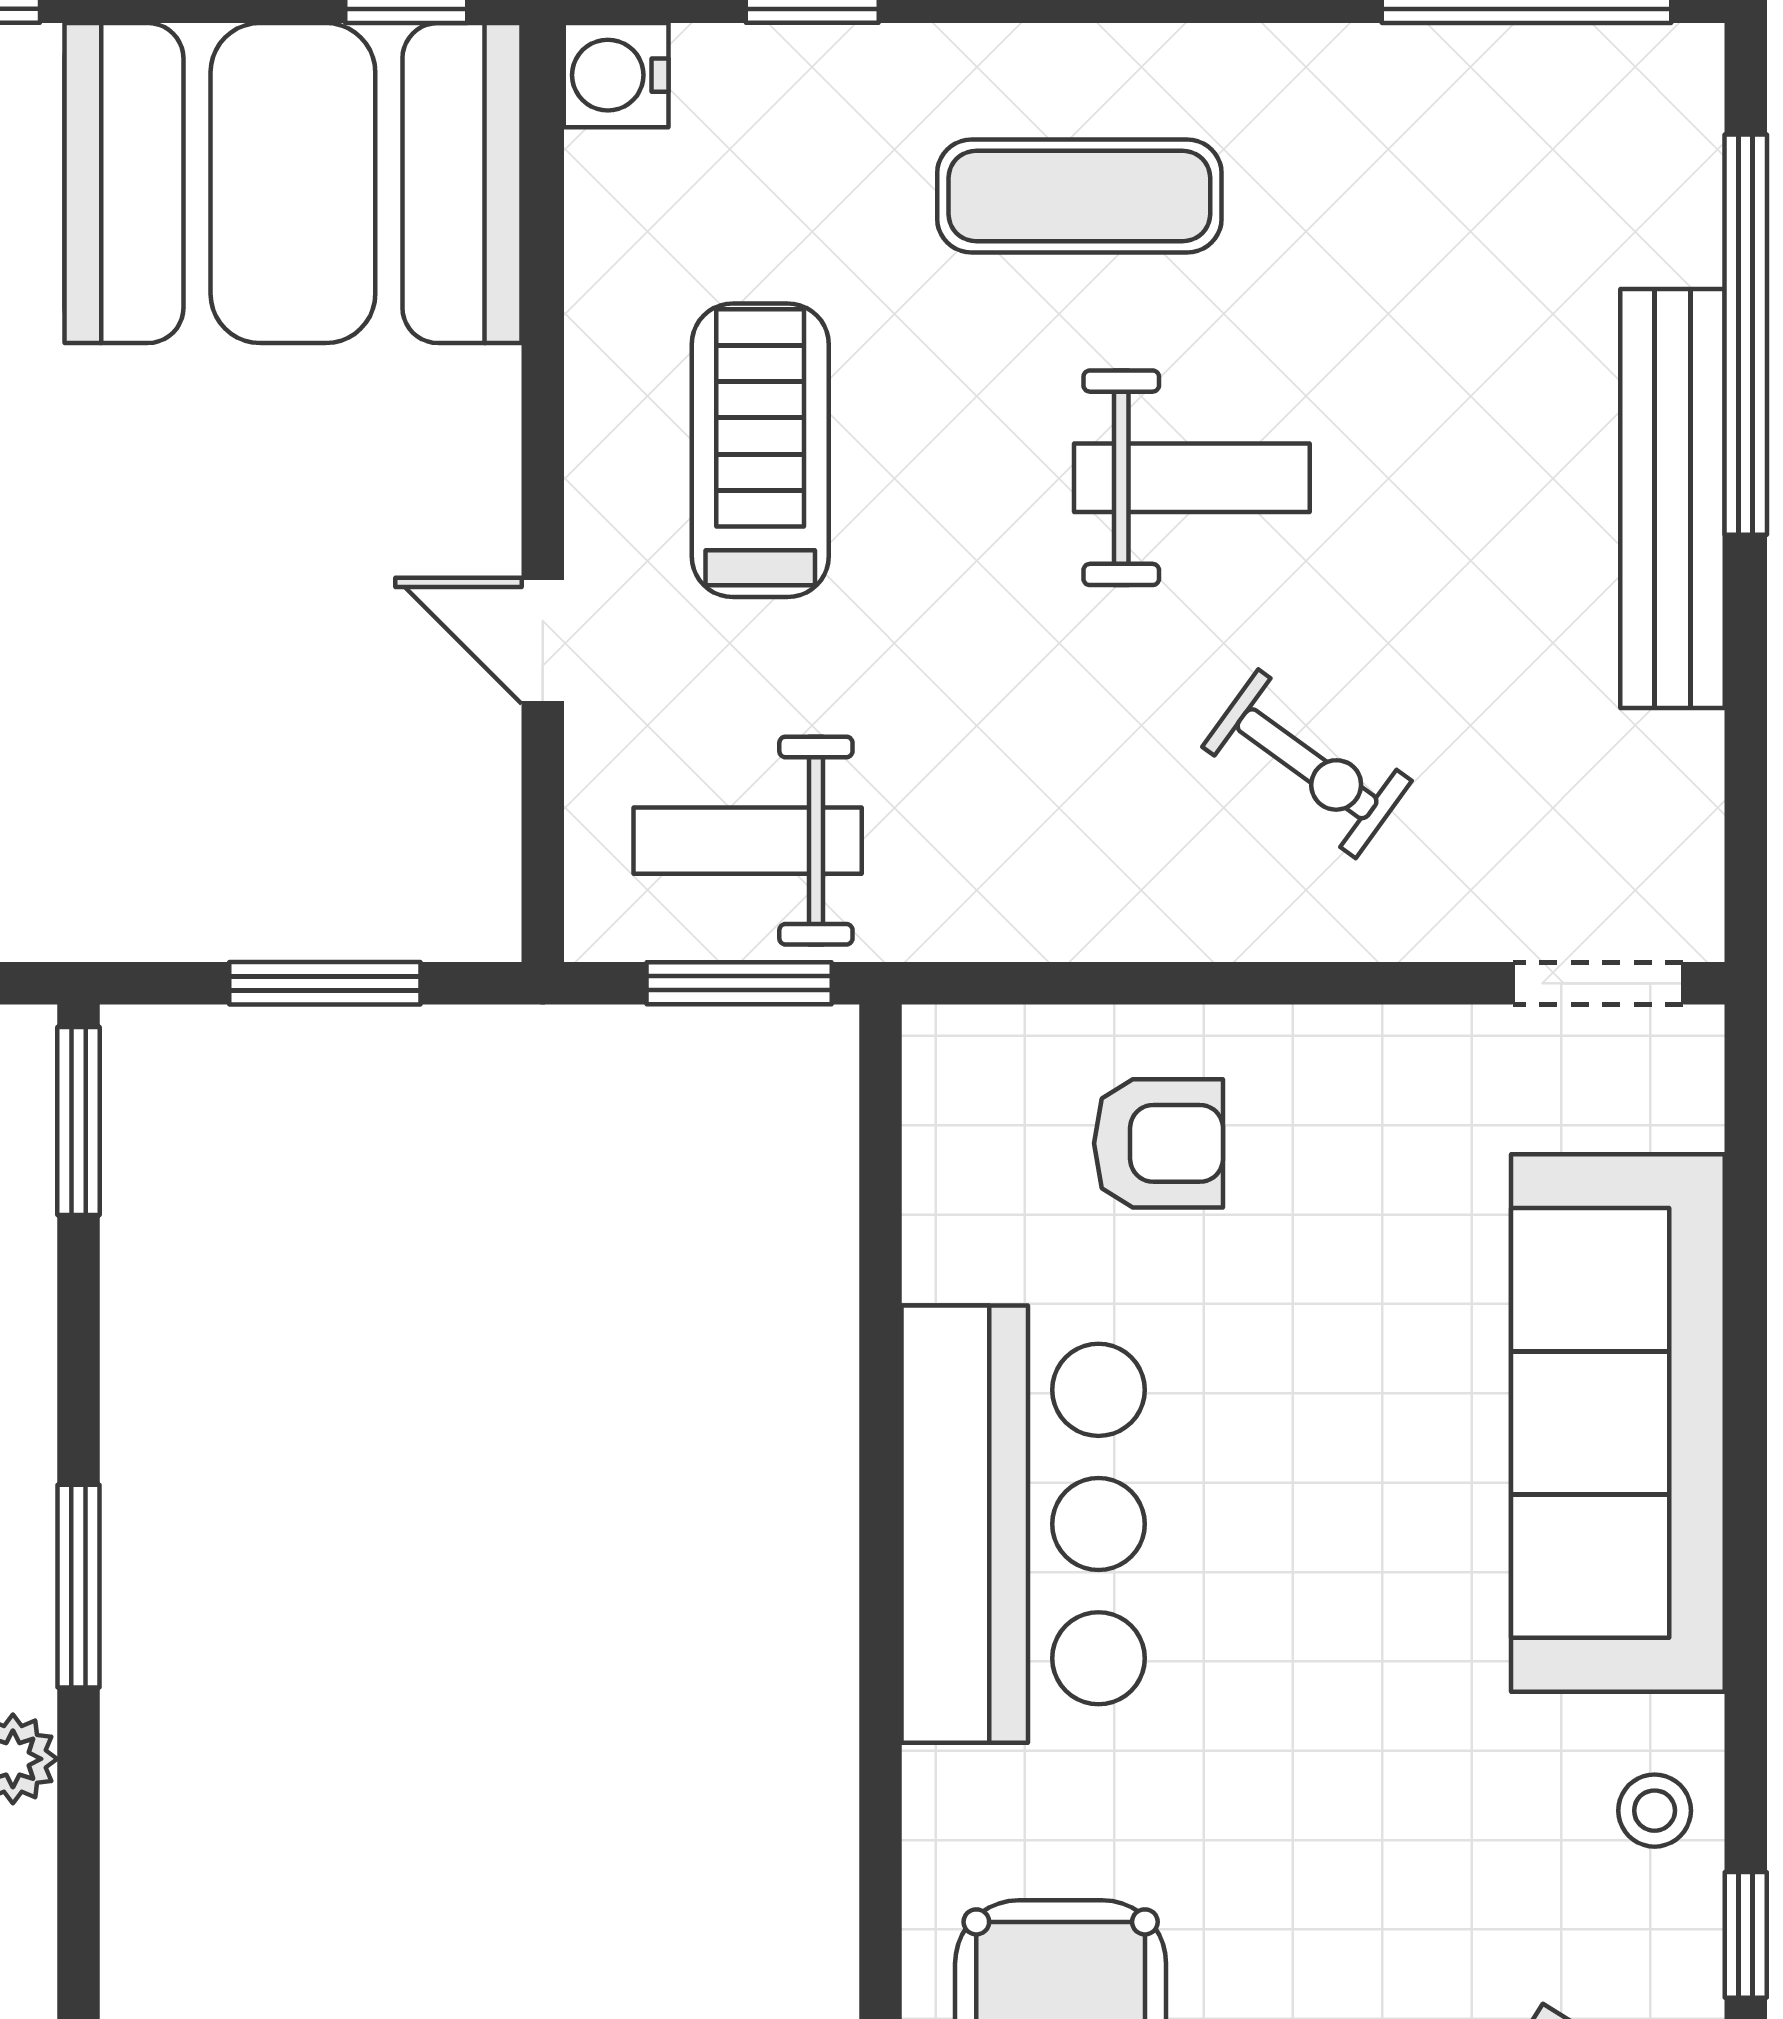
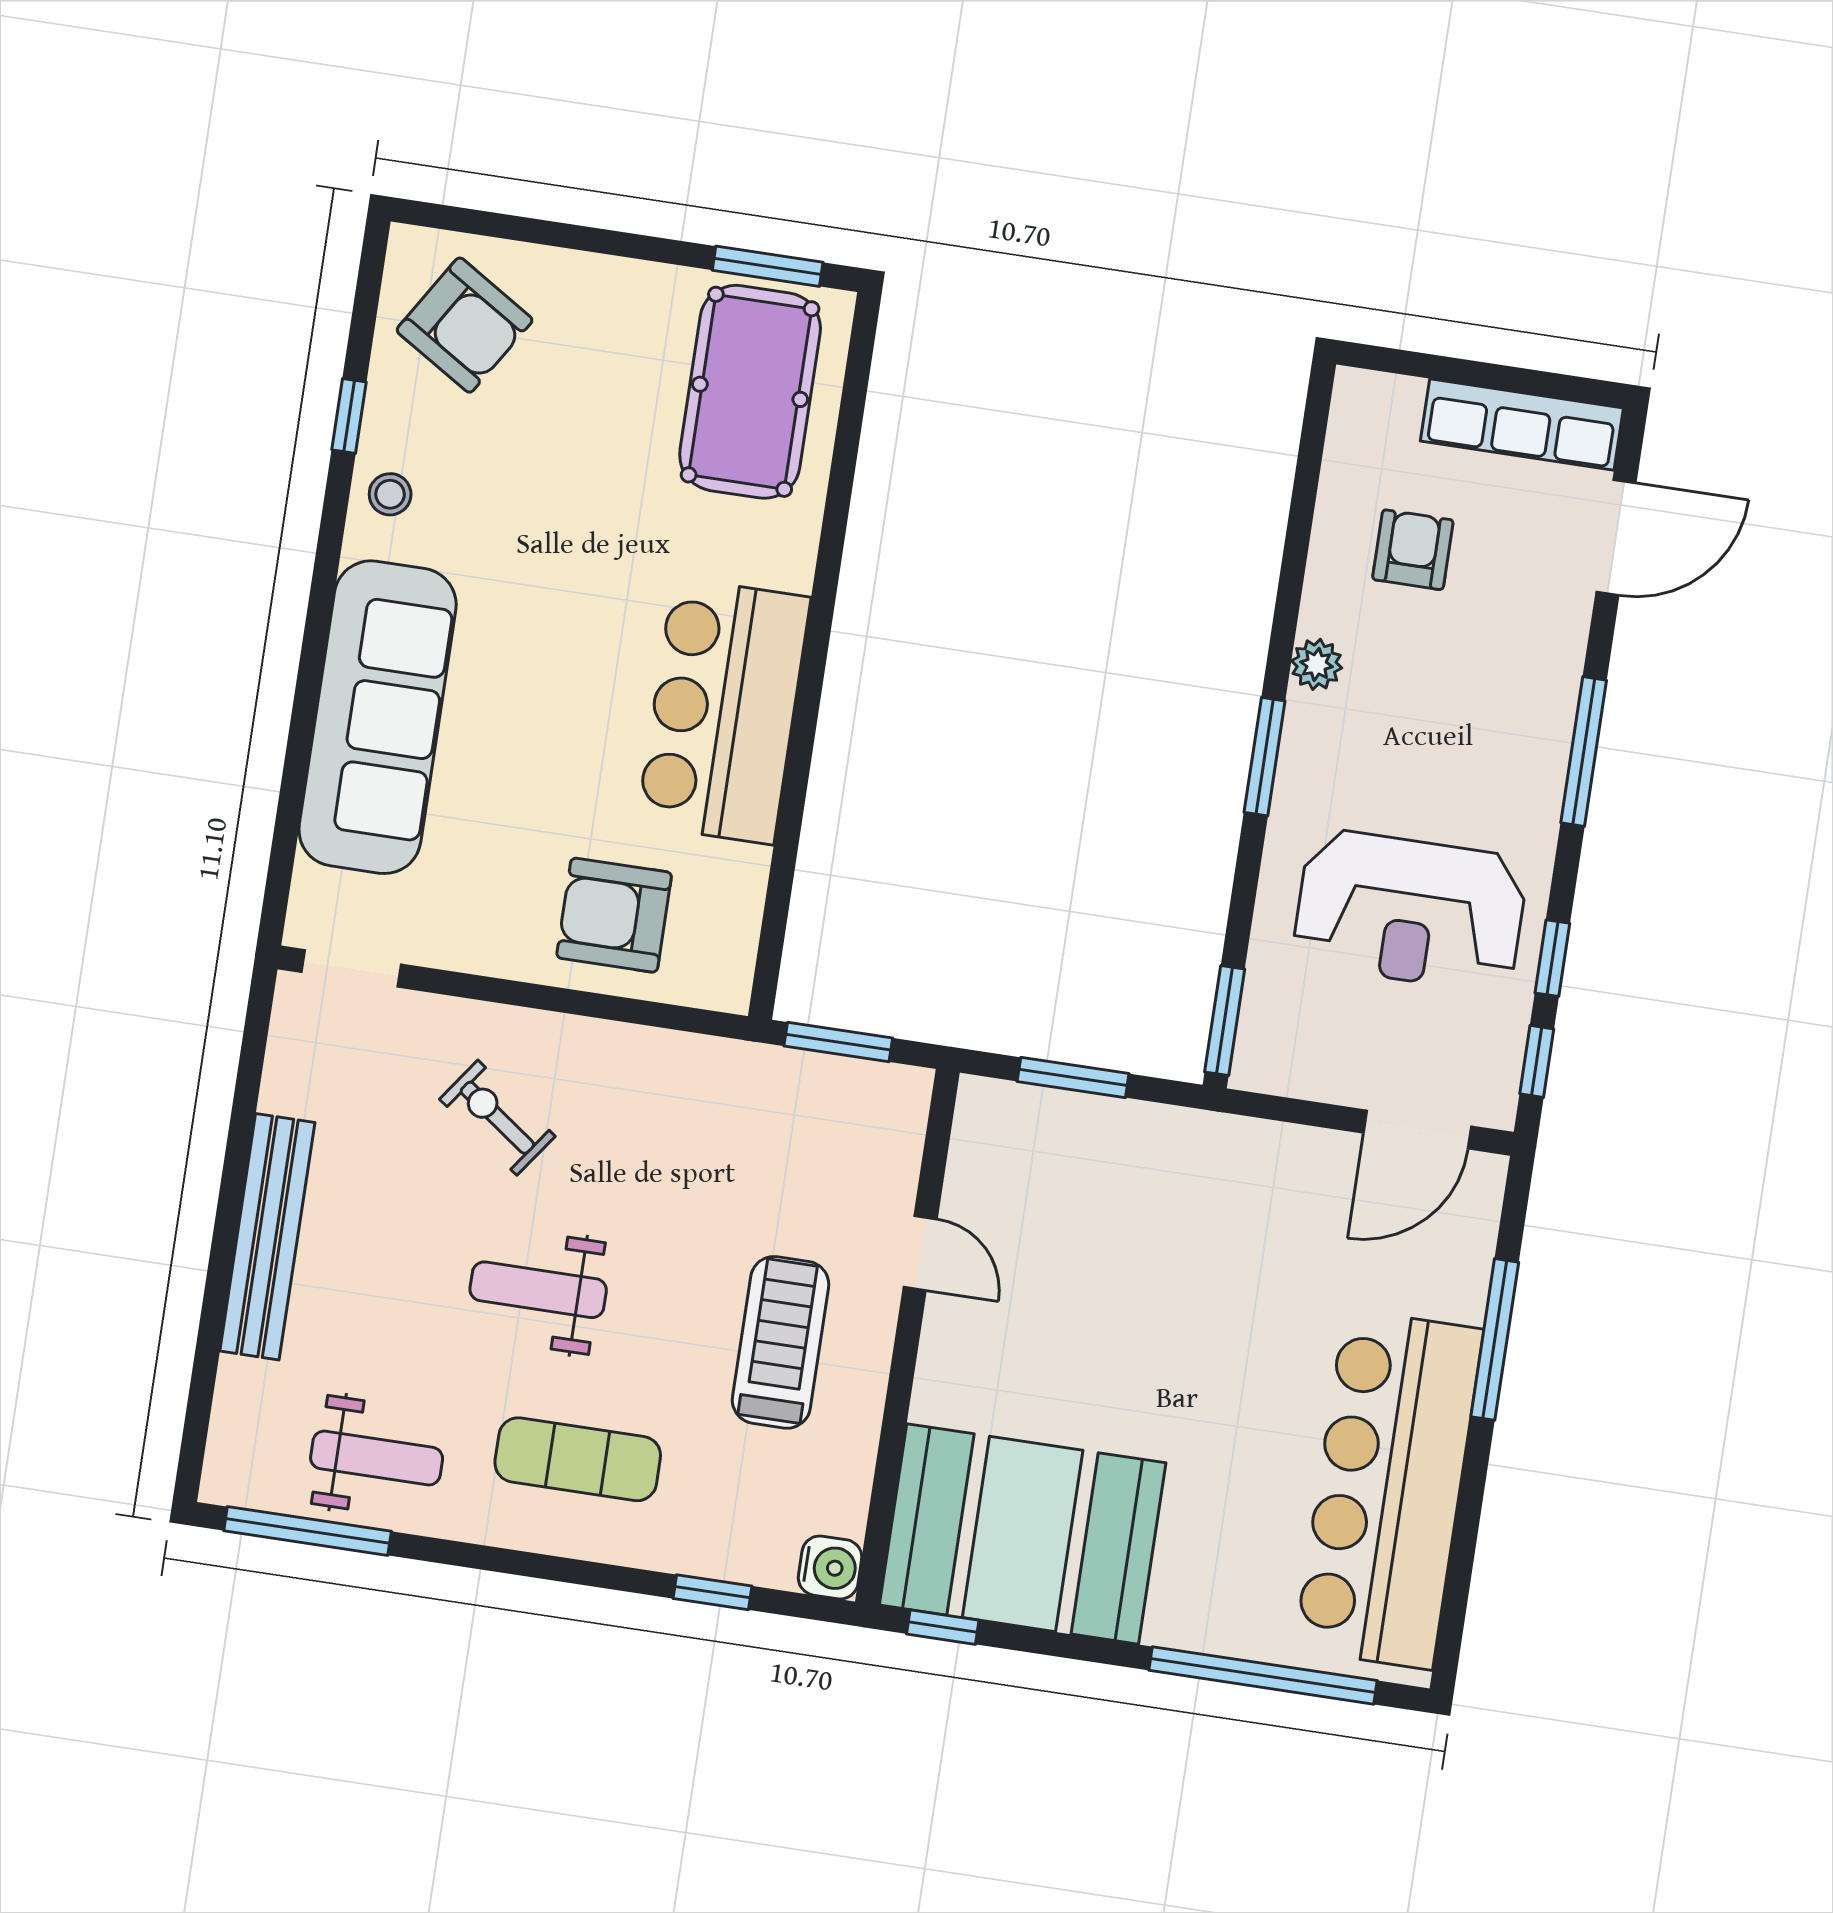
window: (1746, 335) -> (212, 1323), removed
treadmill: (760, 450) -> (781, 1342), turned 180
weight bench: (748, 841) -> (377, 1458), moved
armchair: (1159, 1143) -> (614, 915), width x1.38, depth x1.38

